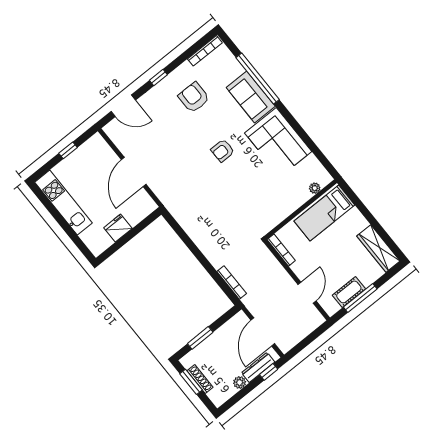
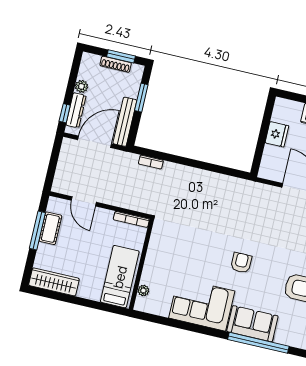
bookcase: (232, 283) -> (151, 162), width x0.64
bench: (227, 329) -> (125, 122), added
door: (263, 332) -> (95, 142), hinge flipped

